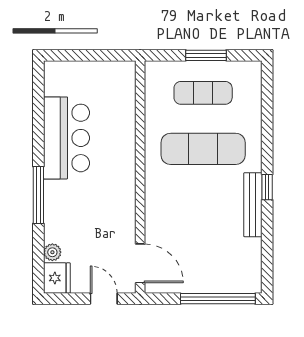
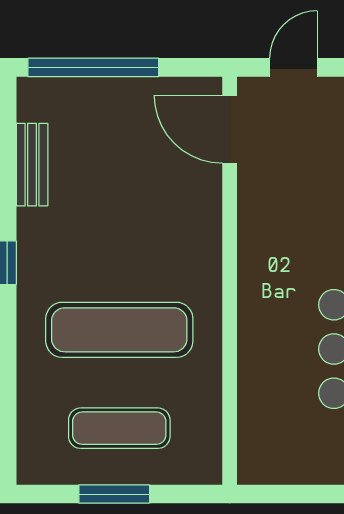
bench: (253, 205) -> (32, 165), moved, width x0.73
door: (104, 299) -> (293, 67), swing flipped

